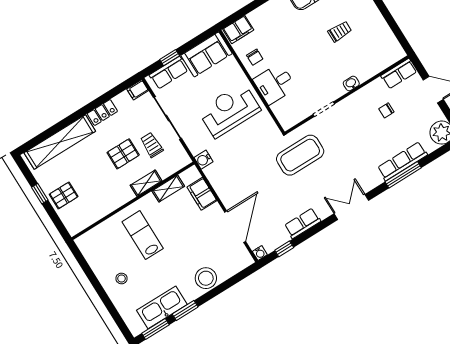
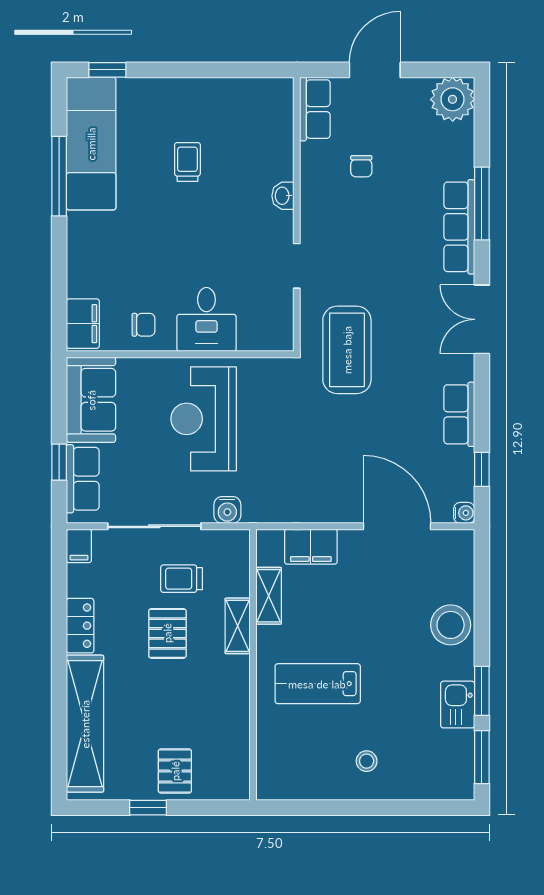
water cooler: (204, 160) -> (227, 510), moved
row of seats: (402, 161) -> (459, 227), moved
kitchen sink: (162, 307) -> (458, 705), width x0.53, depth x0.81

